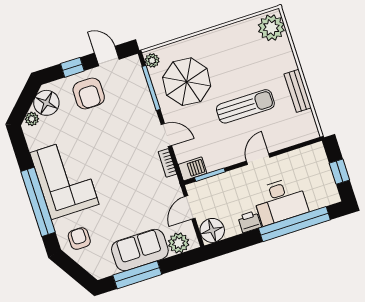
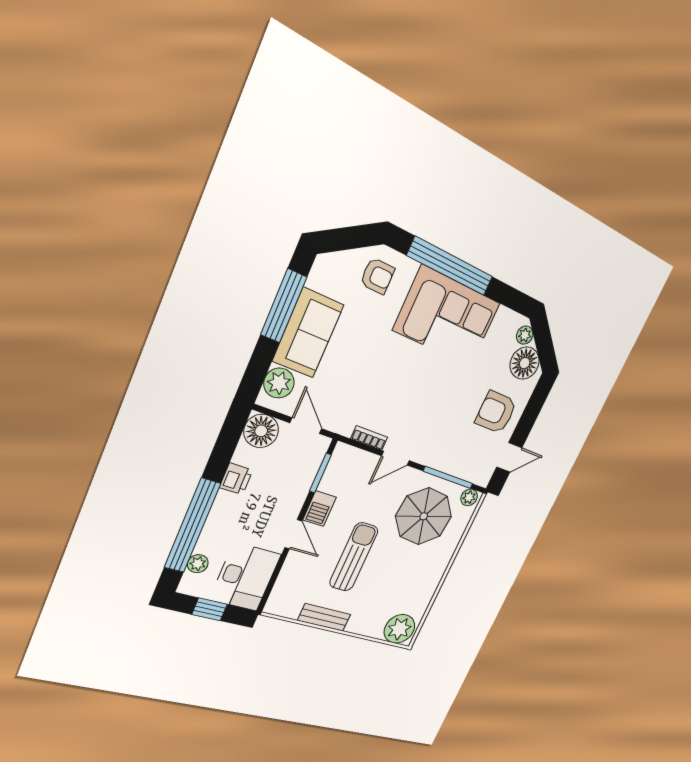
window: (72, 67) -> (529, 416), removed
sun lounger: (245, 106) -> (354, 557), turned 180
barbecue: (192, 169) -> (320, 509), moved
desk: (280, 201) -> (245, 577), moved, turned 180
plant: (315, 202) -> (198, 564), added

